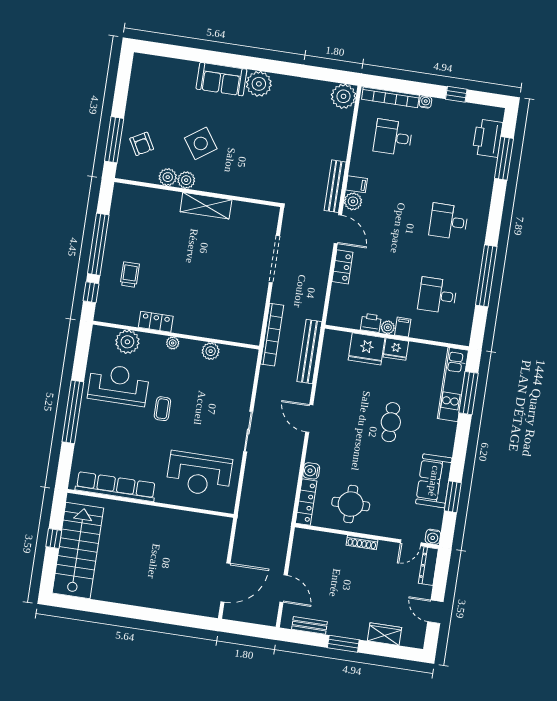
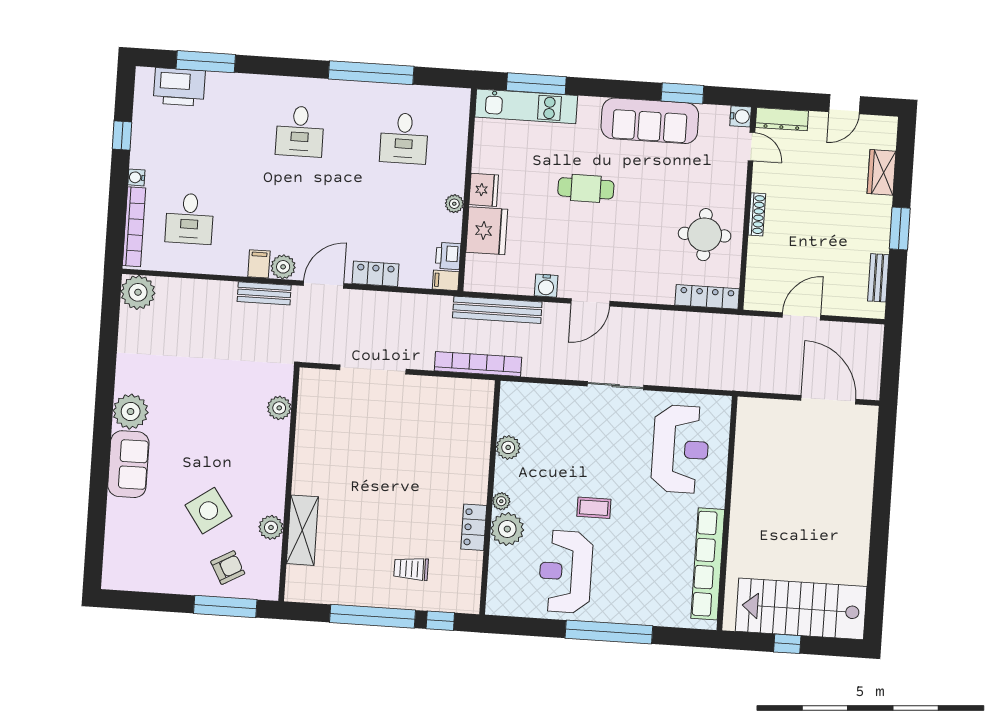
side table: (201, 143) -> (209, 511), moved
plant: (186, 180) -> (279, 408), moved
bench: (335, 186) -> (264, 293), width x0.73
shelving: (206, 206) -> (302, 530), moved
printer: (371, 323) -> (448, 256), moved
filing cabinet: (403, 327) -> (446, 280), moved
plant: (127, 342) -> (507, 529), moved
water cooler: (311, 471) -> (546, 286), moved
sofa: (434, 481) -> (650, 121), width x1.36
door: (284, 589) -> (802, 316), moved

